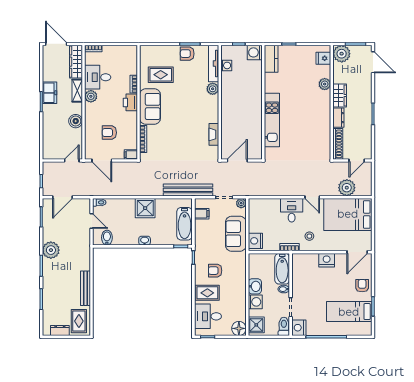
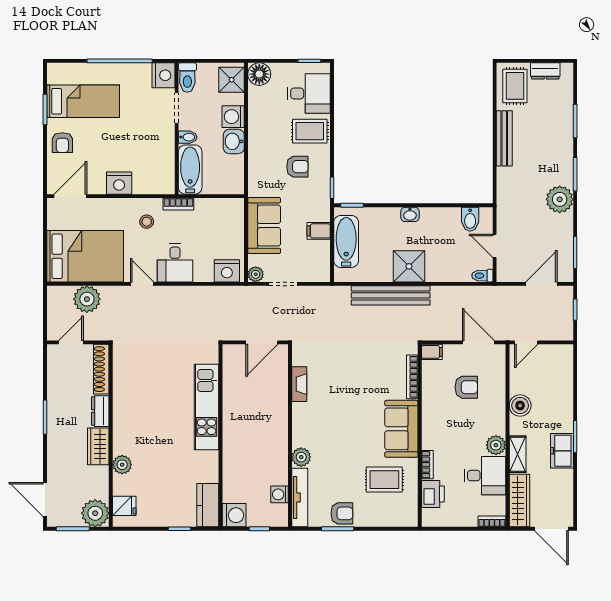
printer: (130, 102) -> (433, 494), moved
bench: (188, 190) -> (391, 295), moved
filing cabinet: (202, 214) -> (319, 231), moved
nightstand: (255, 241) -> (227, 271), moved, turned 90

